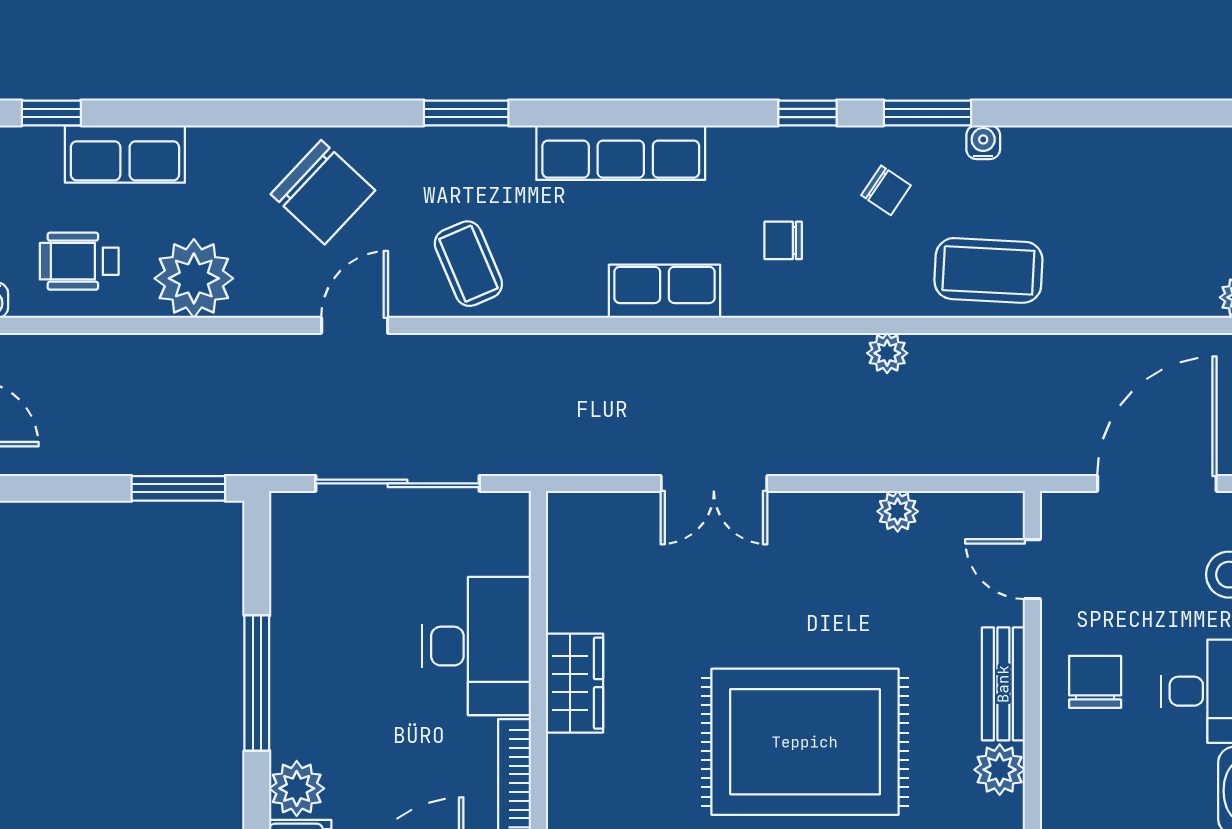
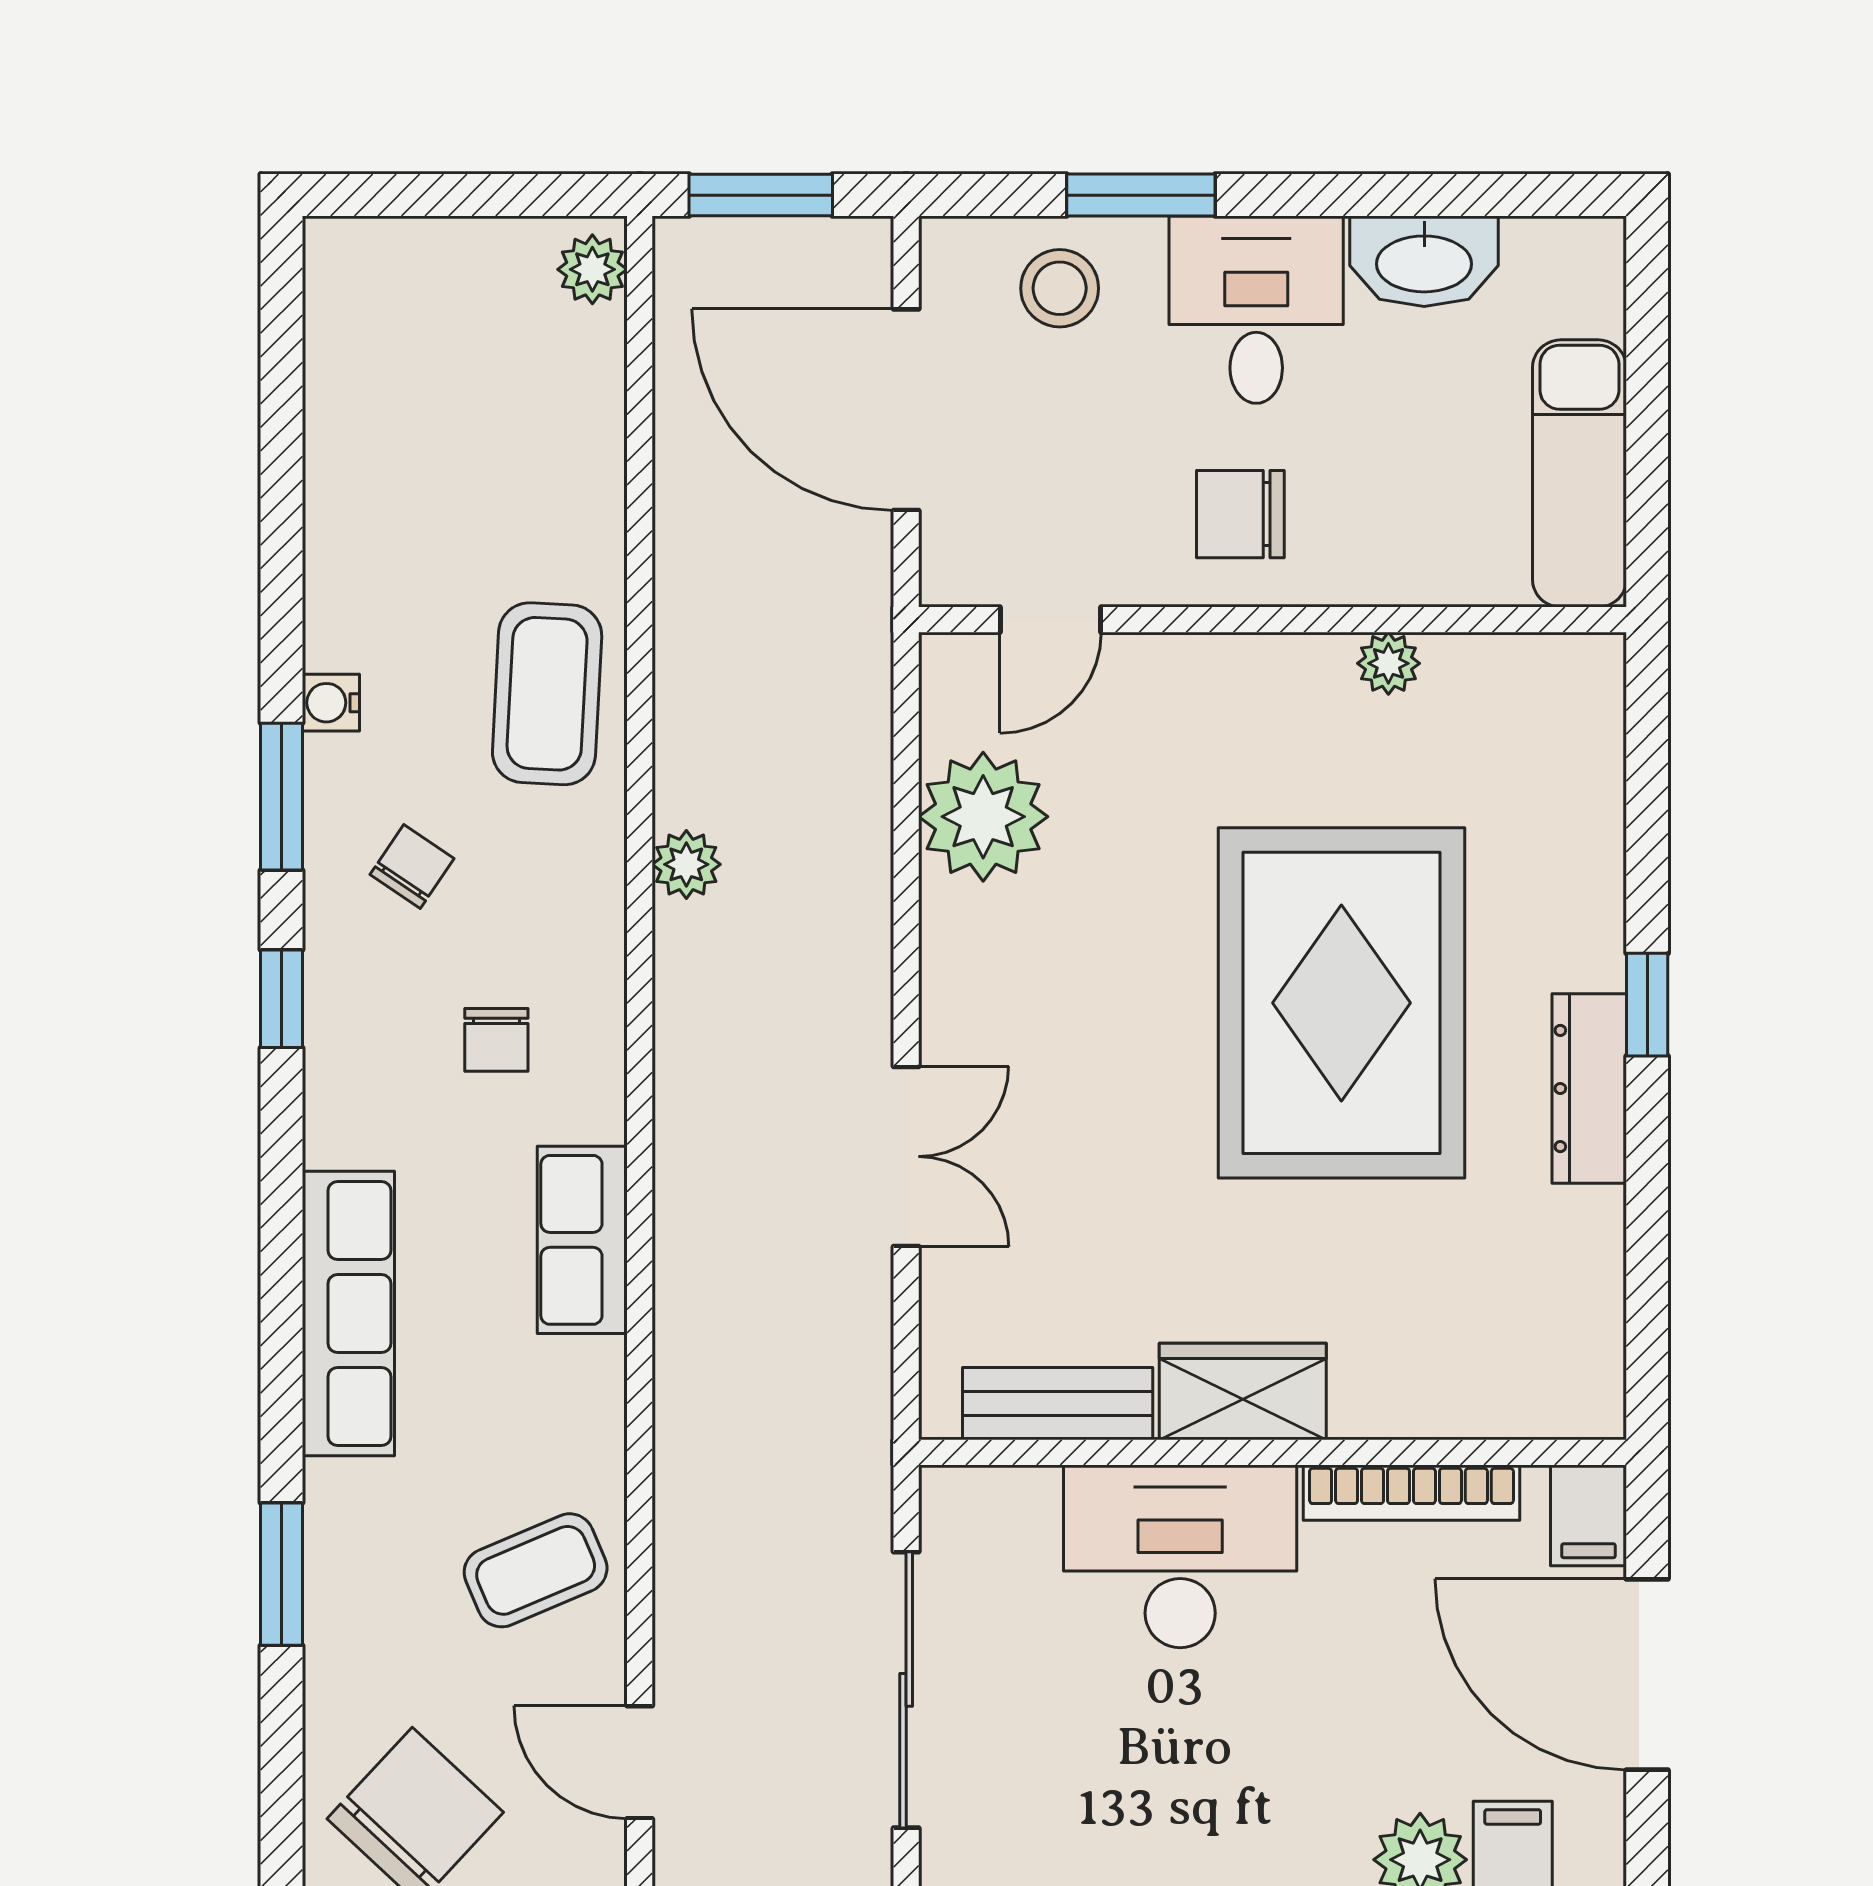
plant: (898, 511) -> (983, 817), width x1.87, depth x1.87
bench: (1003, 684) -> (1058, 1404), moved
plant: (1000, 770) -> (1388, 663), width x0.73, depth x0.73

